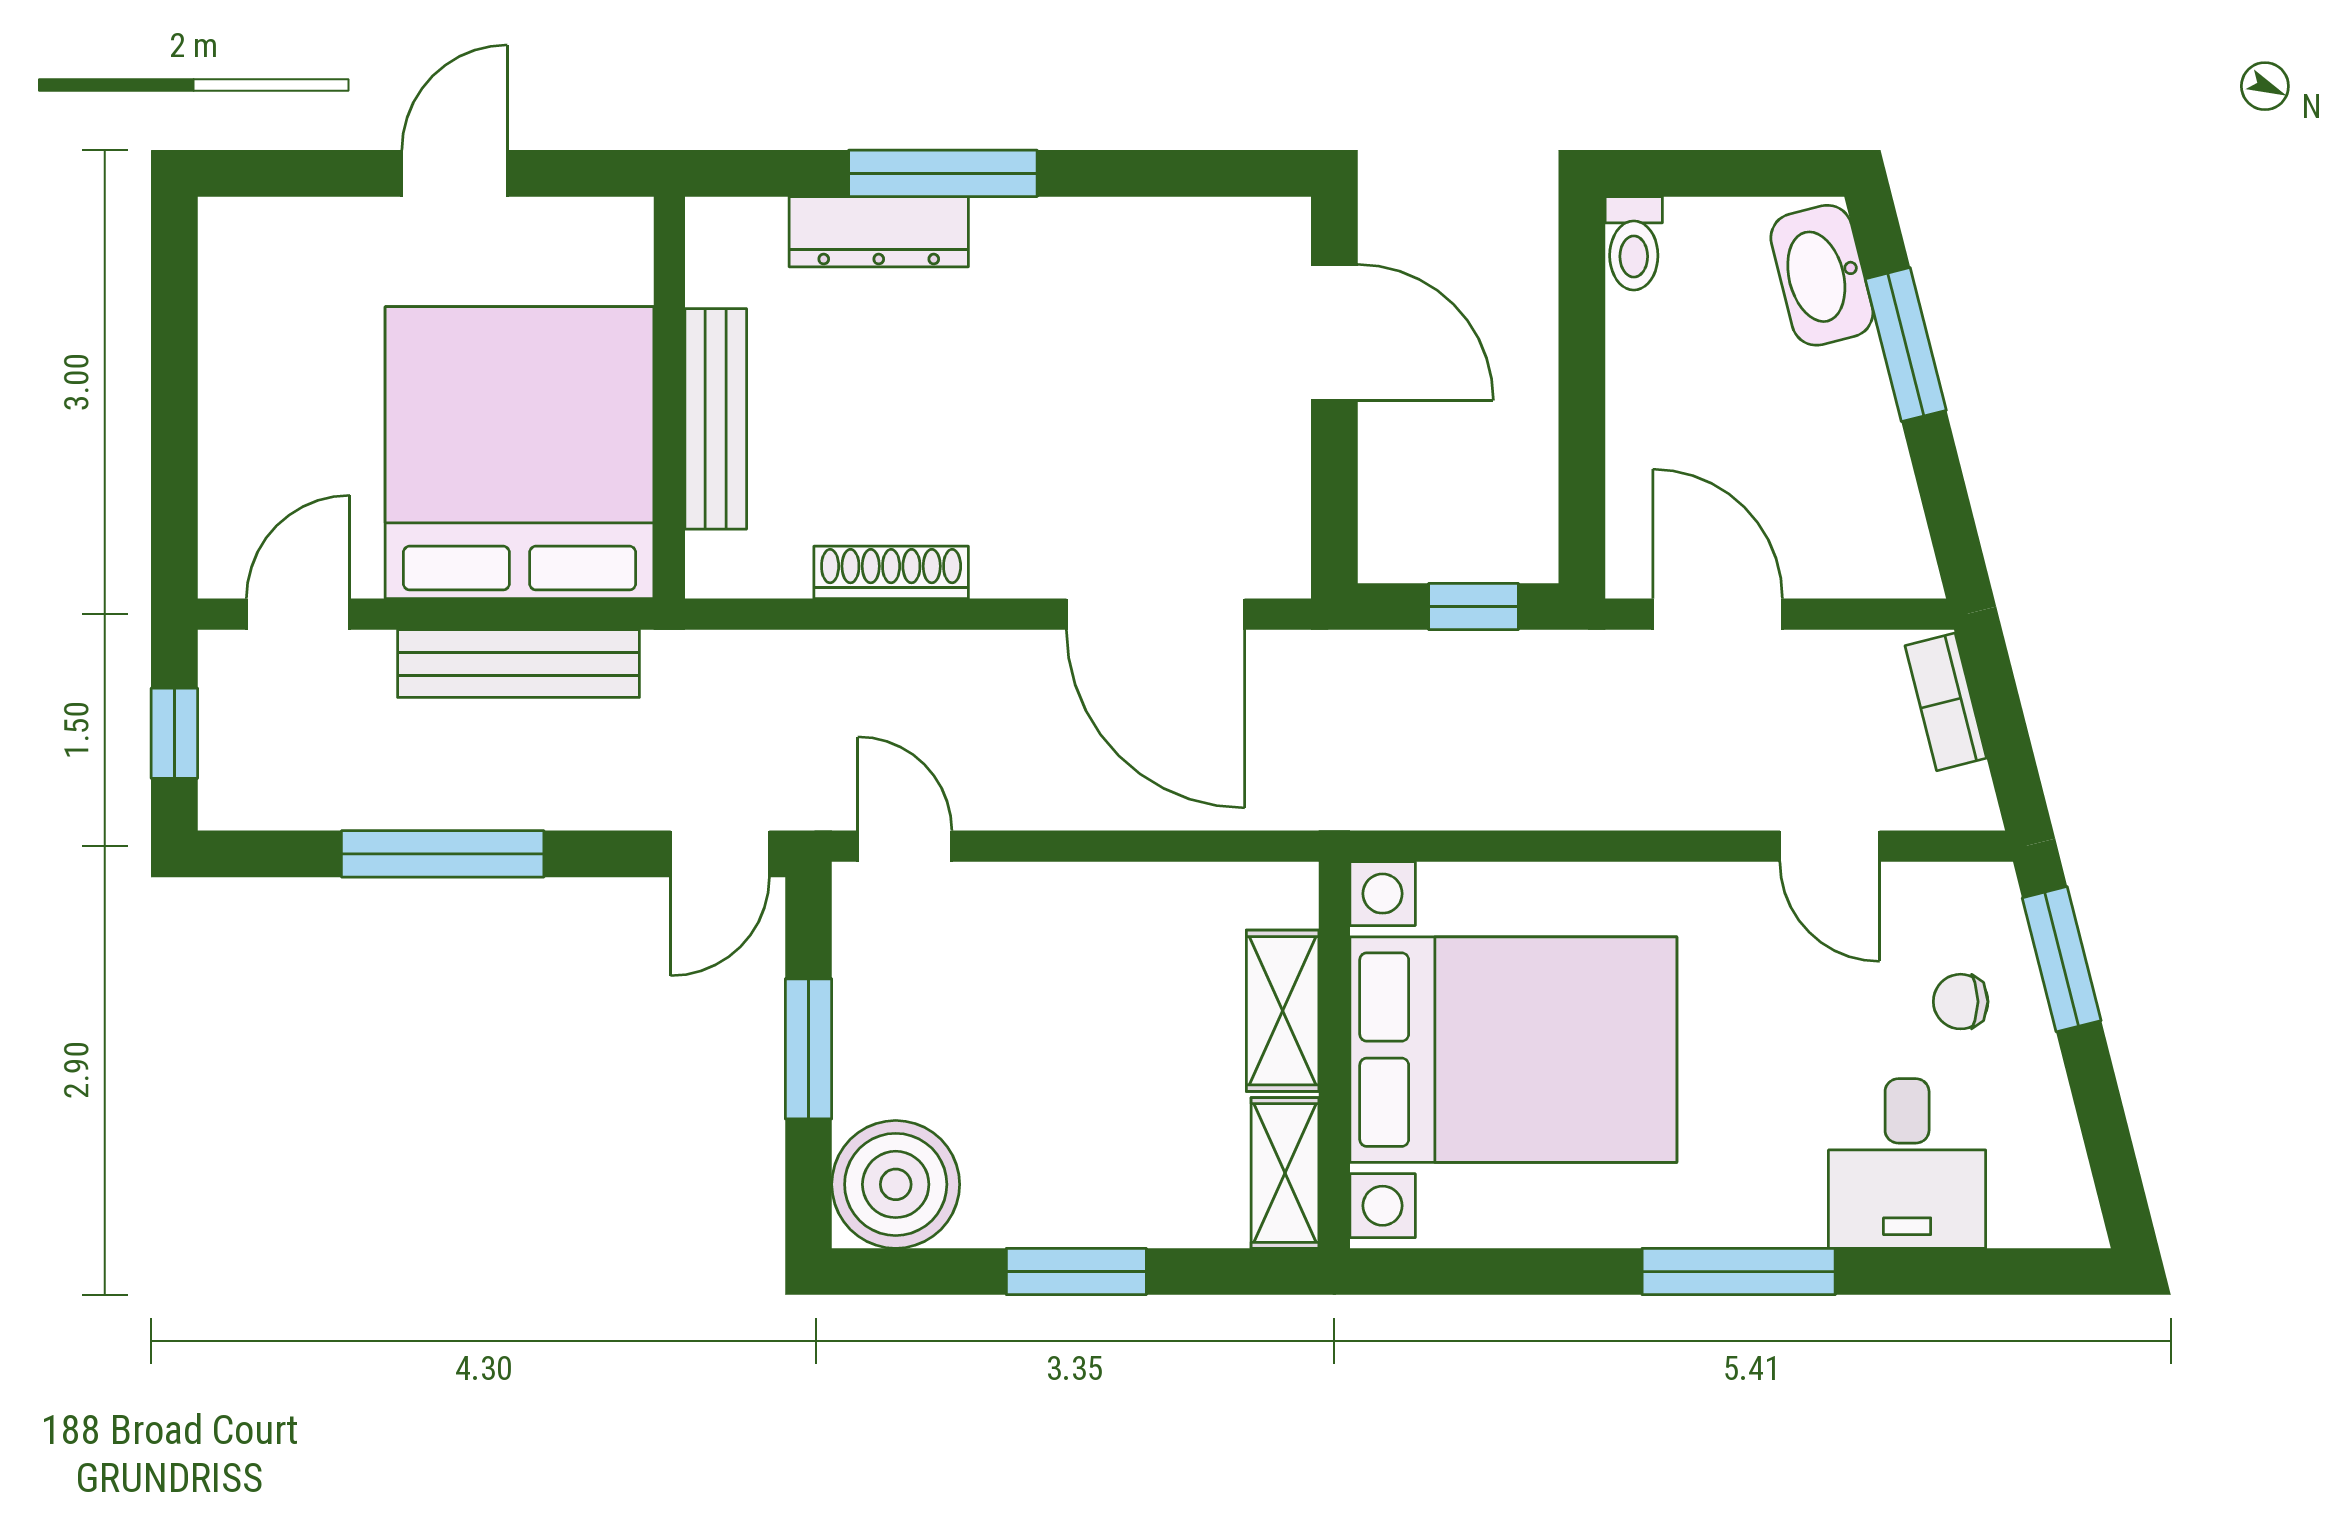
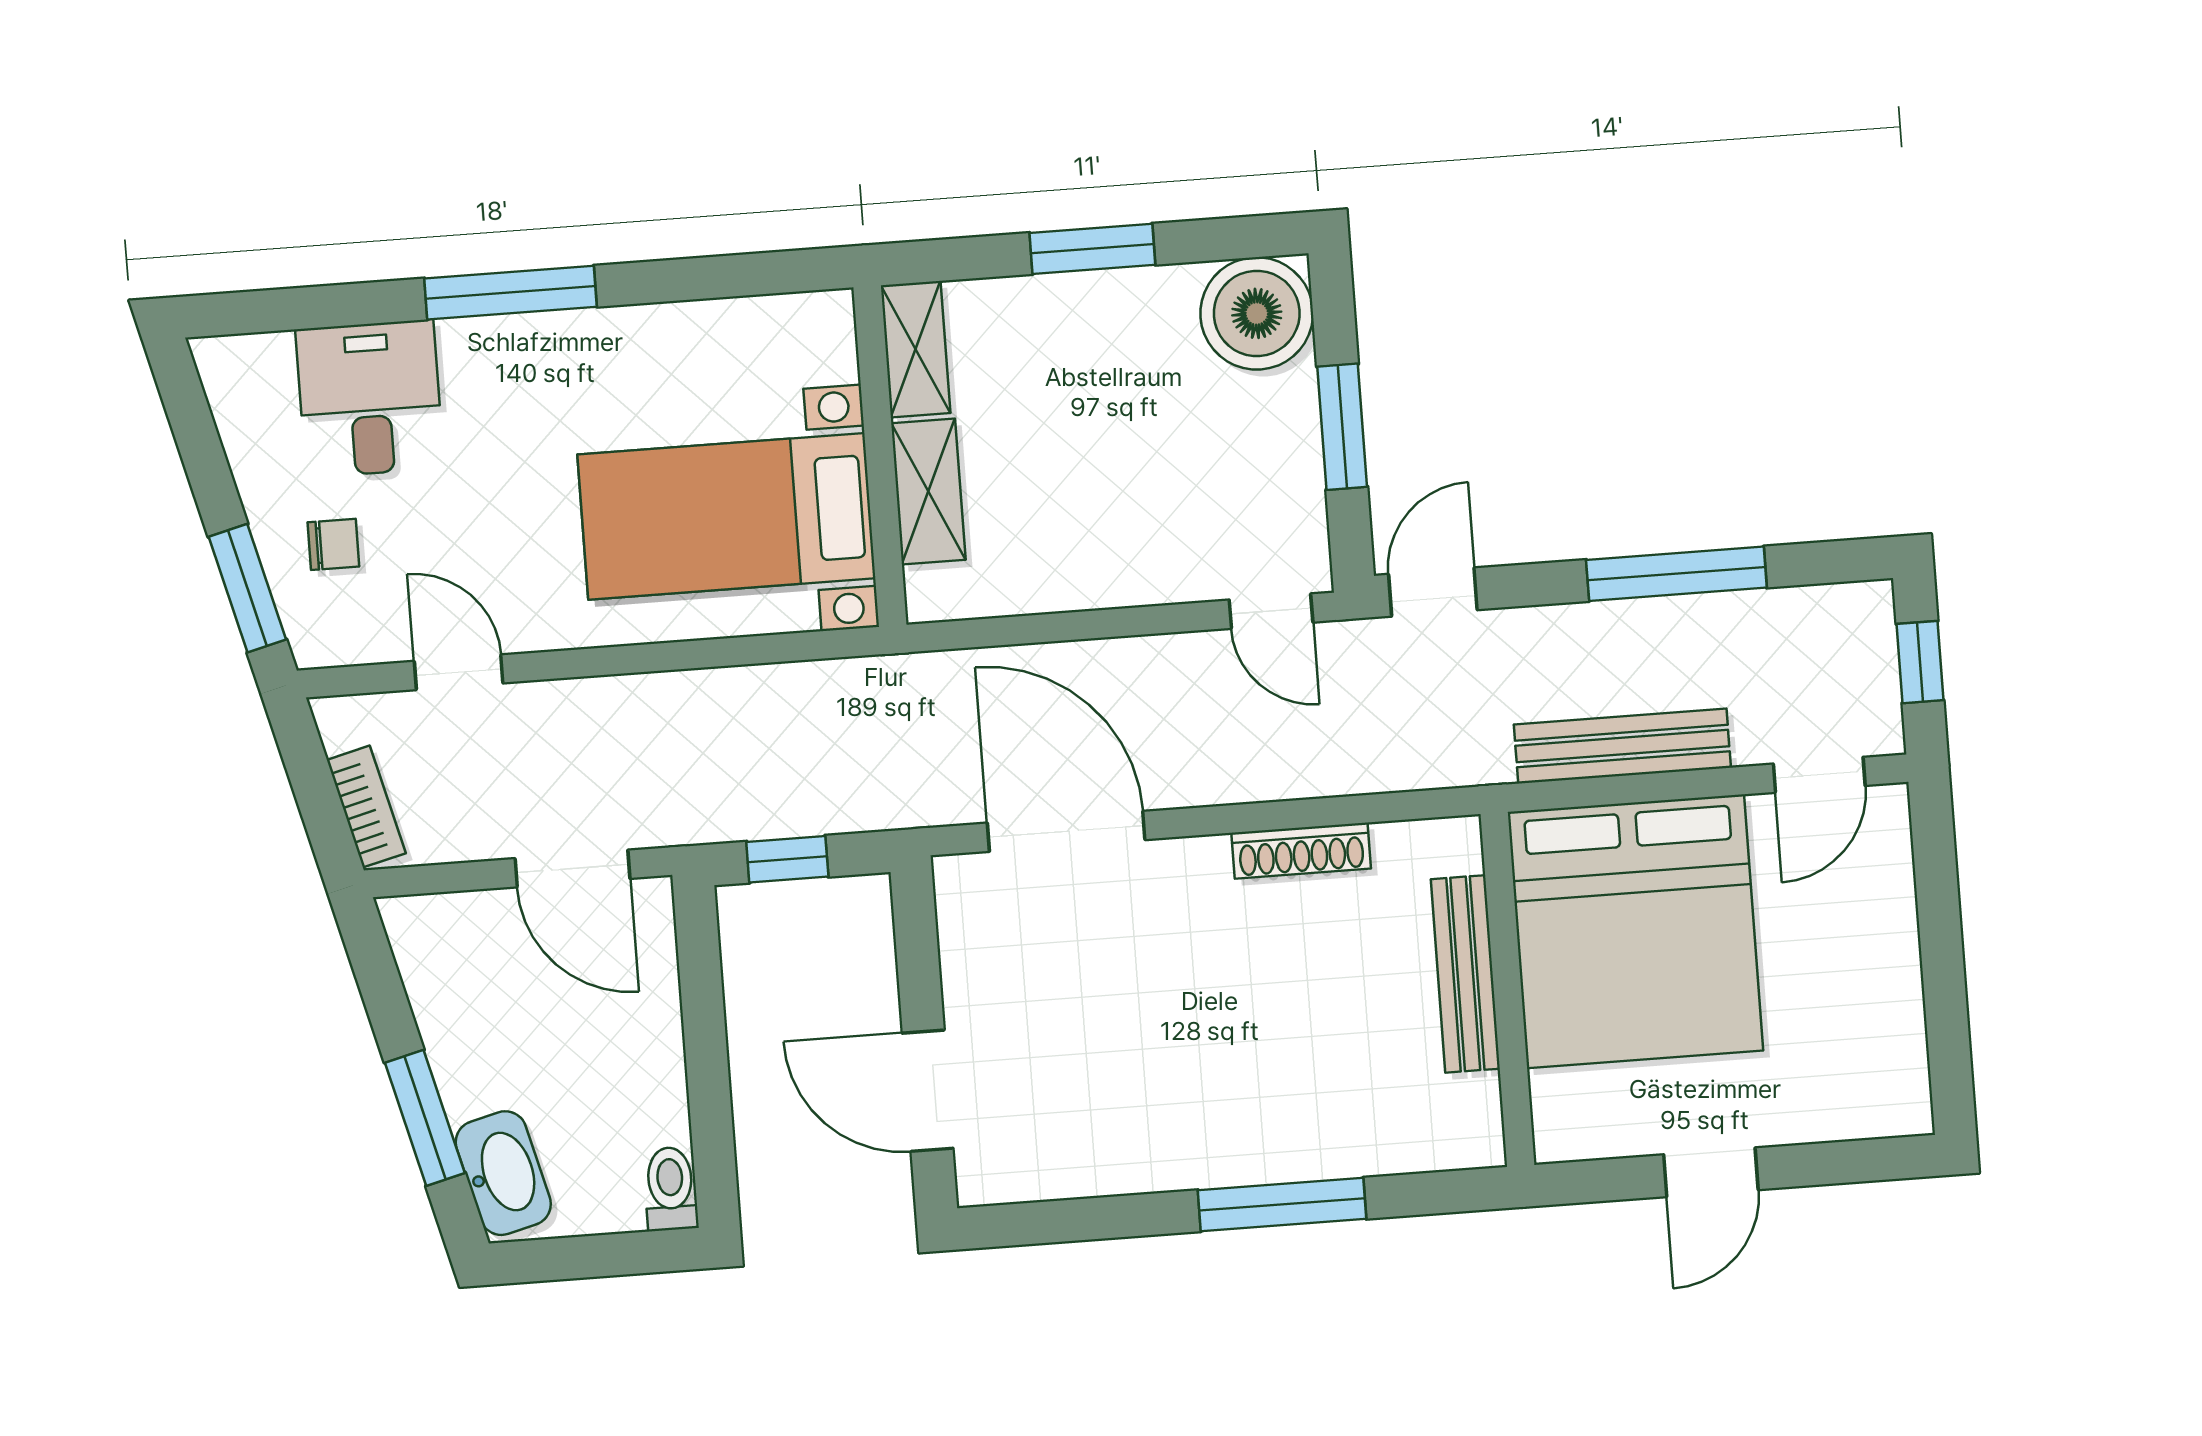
dresser: (879, 232) -> (1335, 1149), removed
bed with nightstands: (1513, 1050) -> (726, 516), width x0.73

